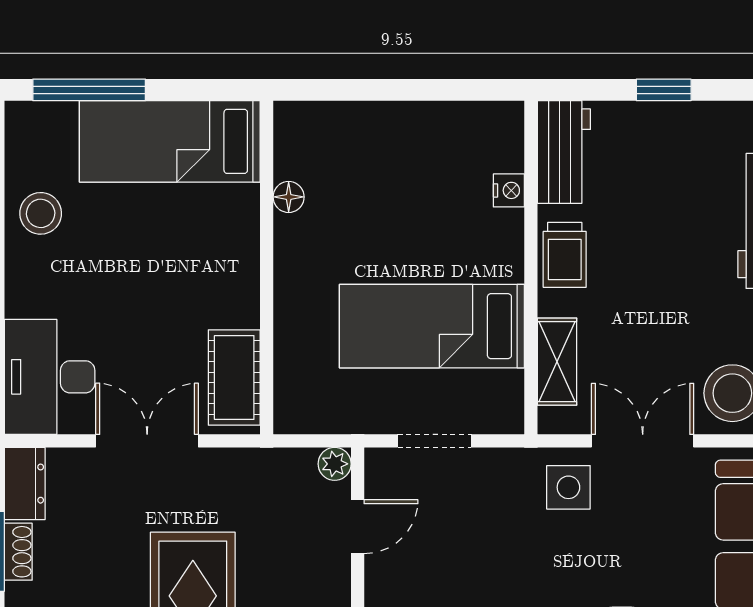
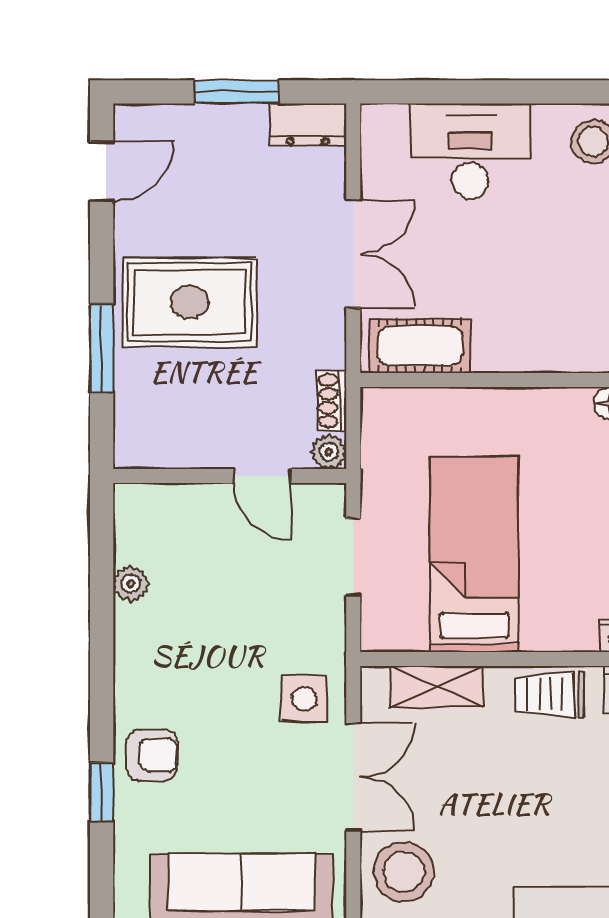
desk: (50, 377) -> (470, 151), moved
shoe rack: (18, 552) -> (332, 401), moved, turned 90

